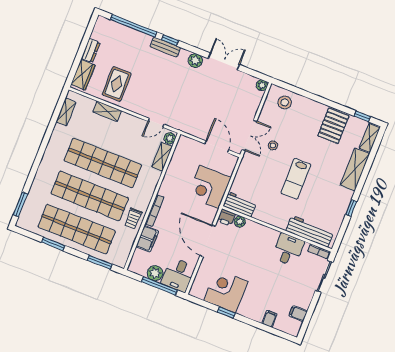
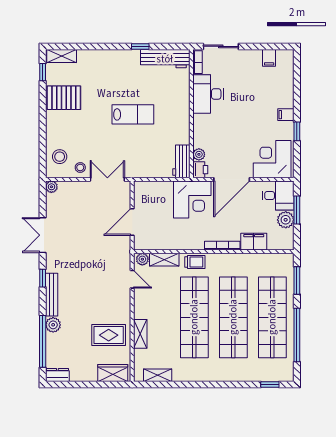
window: (170, 40) -> (43, 278), moved
bench: (165, 47) -> (52, 295), width x1.36
dresser: (91, 50) -> (57, 375), moved
plant: (195, 61) -> (53, 325), moved
stool: (273, 145) -> (80, 167), moved
door: (217, 147) -> (132, 222), moved
shelving: (355, 169) -> (99, 58), removed
corner desk: (209, 187) -> (192, 199), moved
window: (20, 204) -> (270, 384), width x0.67
trolley: (133, 218) -> (195, 262), moved
workbench: (310, 231) -> (165, 59), moved, turned -90
window: (53, 244) -> (297, 335), width x2.11
desk: (288, 250) -> (208, 94), width x1.37
window: (159, 286) -> (297, 210), width x0.69
corner desk: (226, 291) -> (272, 159), moved, turned 90
filing cabinet: (269, 319) -> (286, 115), moved

